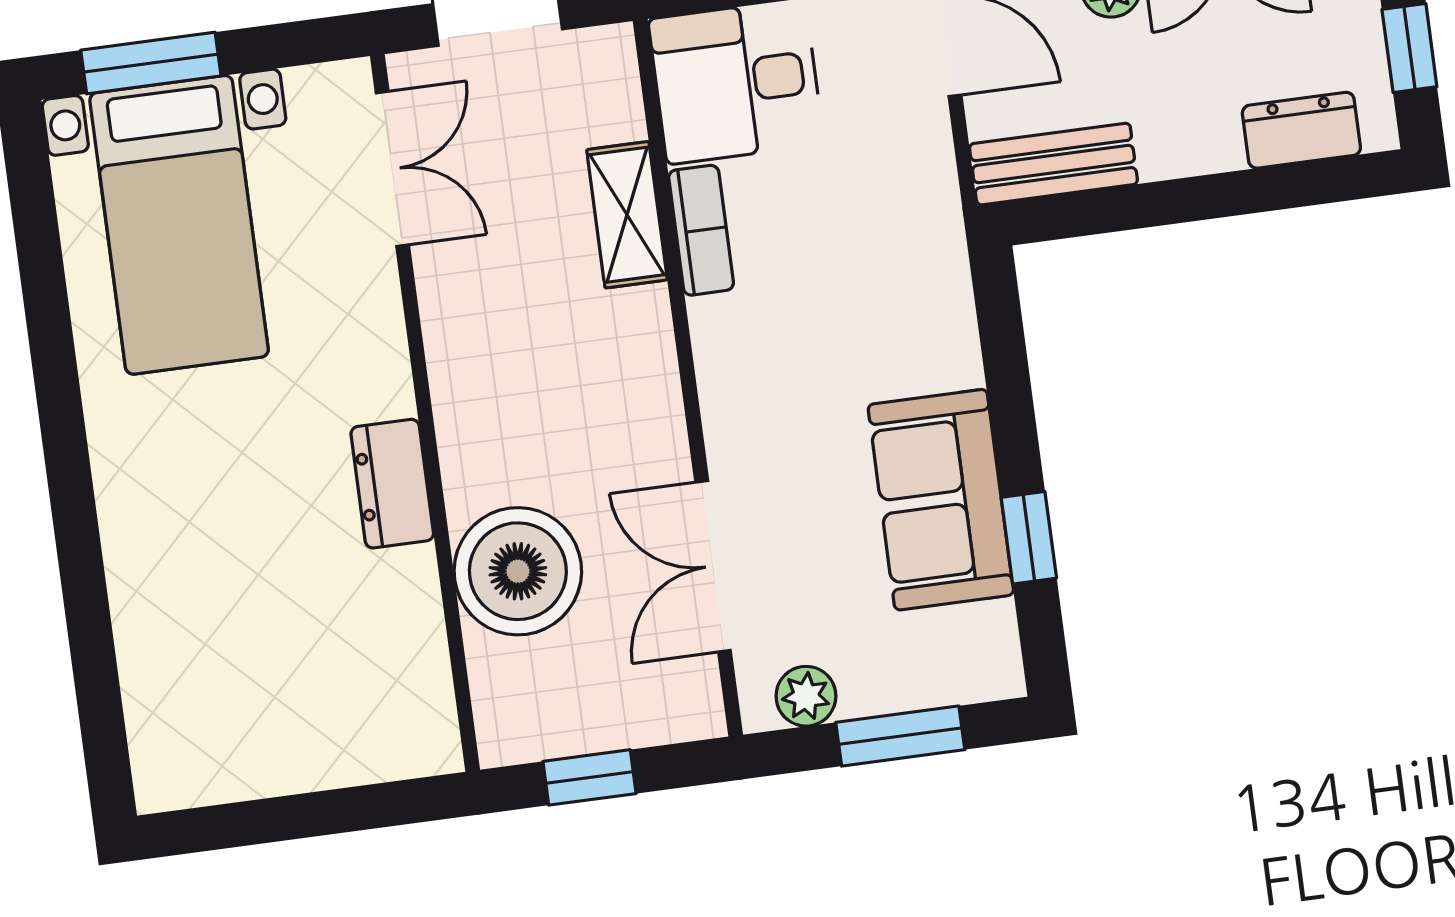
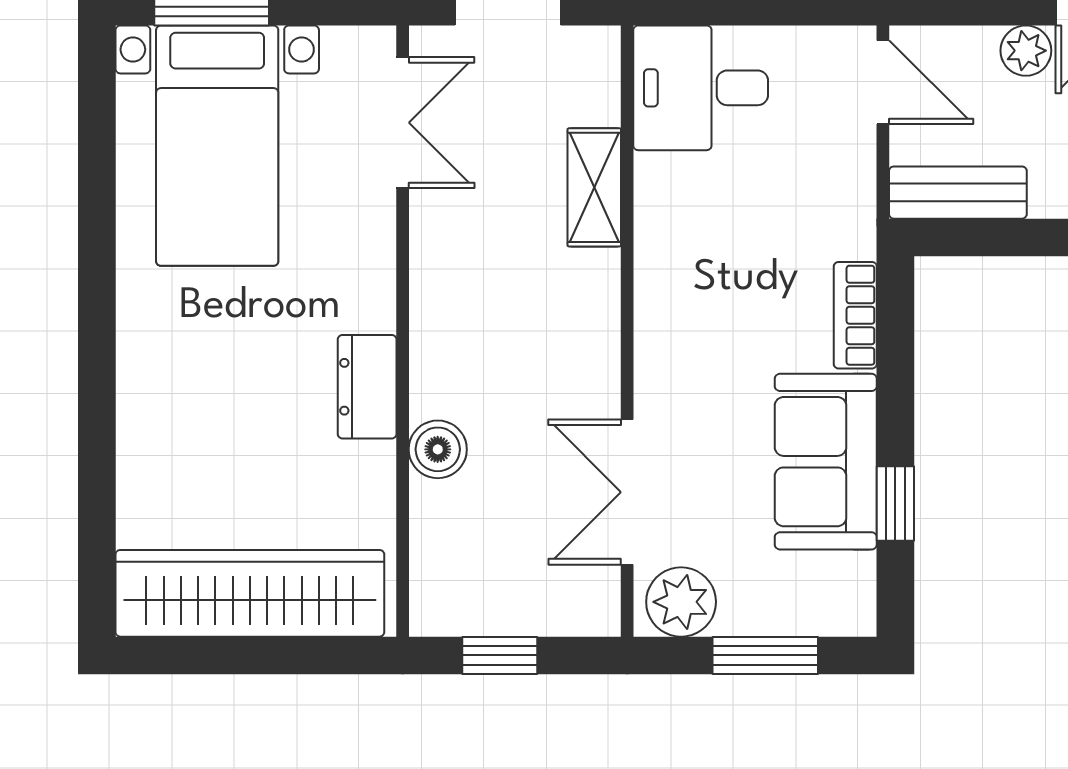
bookcase: (701, 230) -> (855, 315), moved, turned 180
boiler: (518, 571) -> (438, 449), width x0.54, depth x0.54
plant: (806, 696) -> (681, 602), width x1.38, depth x1.38
wardrobe: (287, 744) -> (250, 593), added

